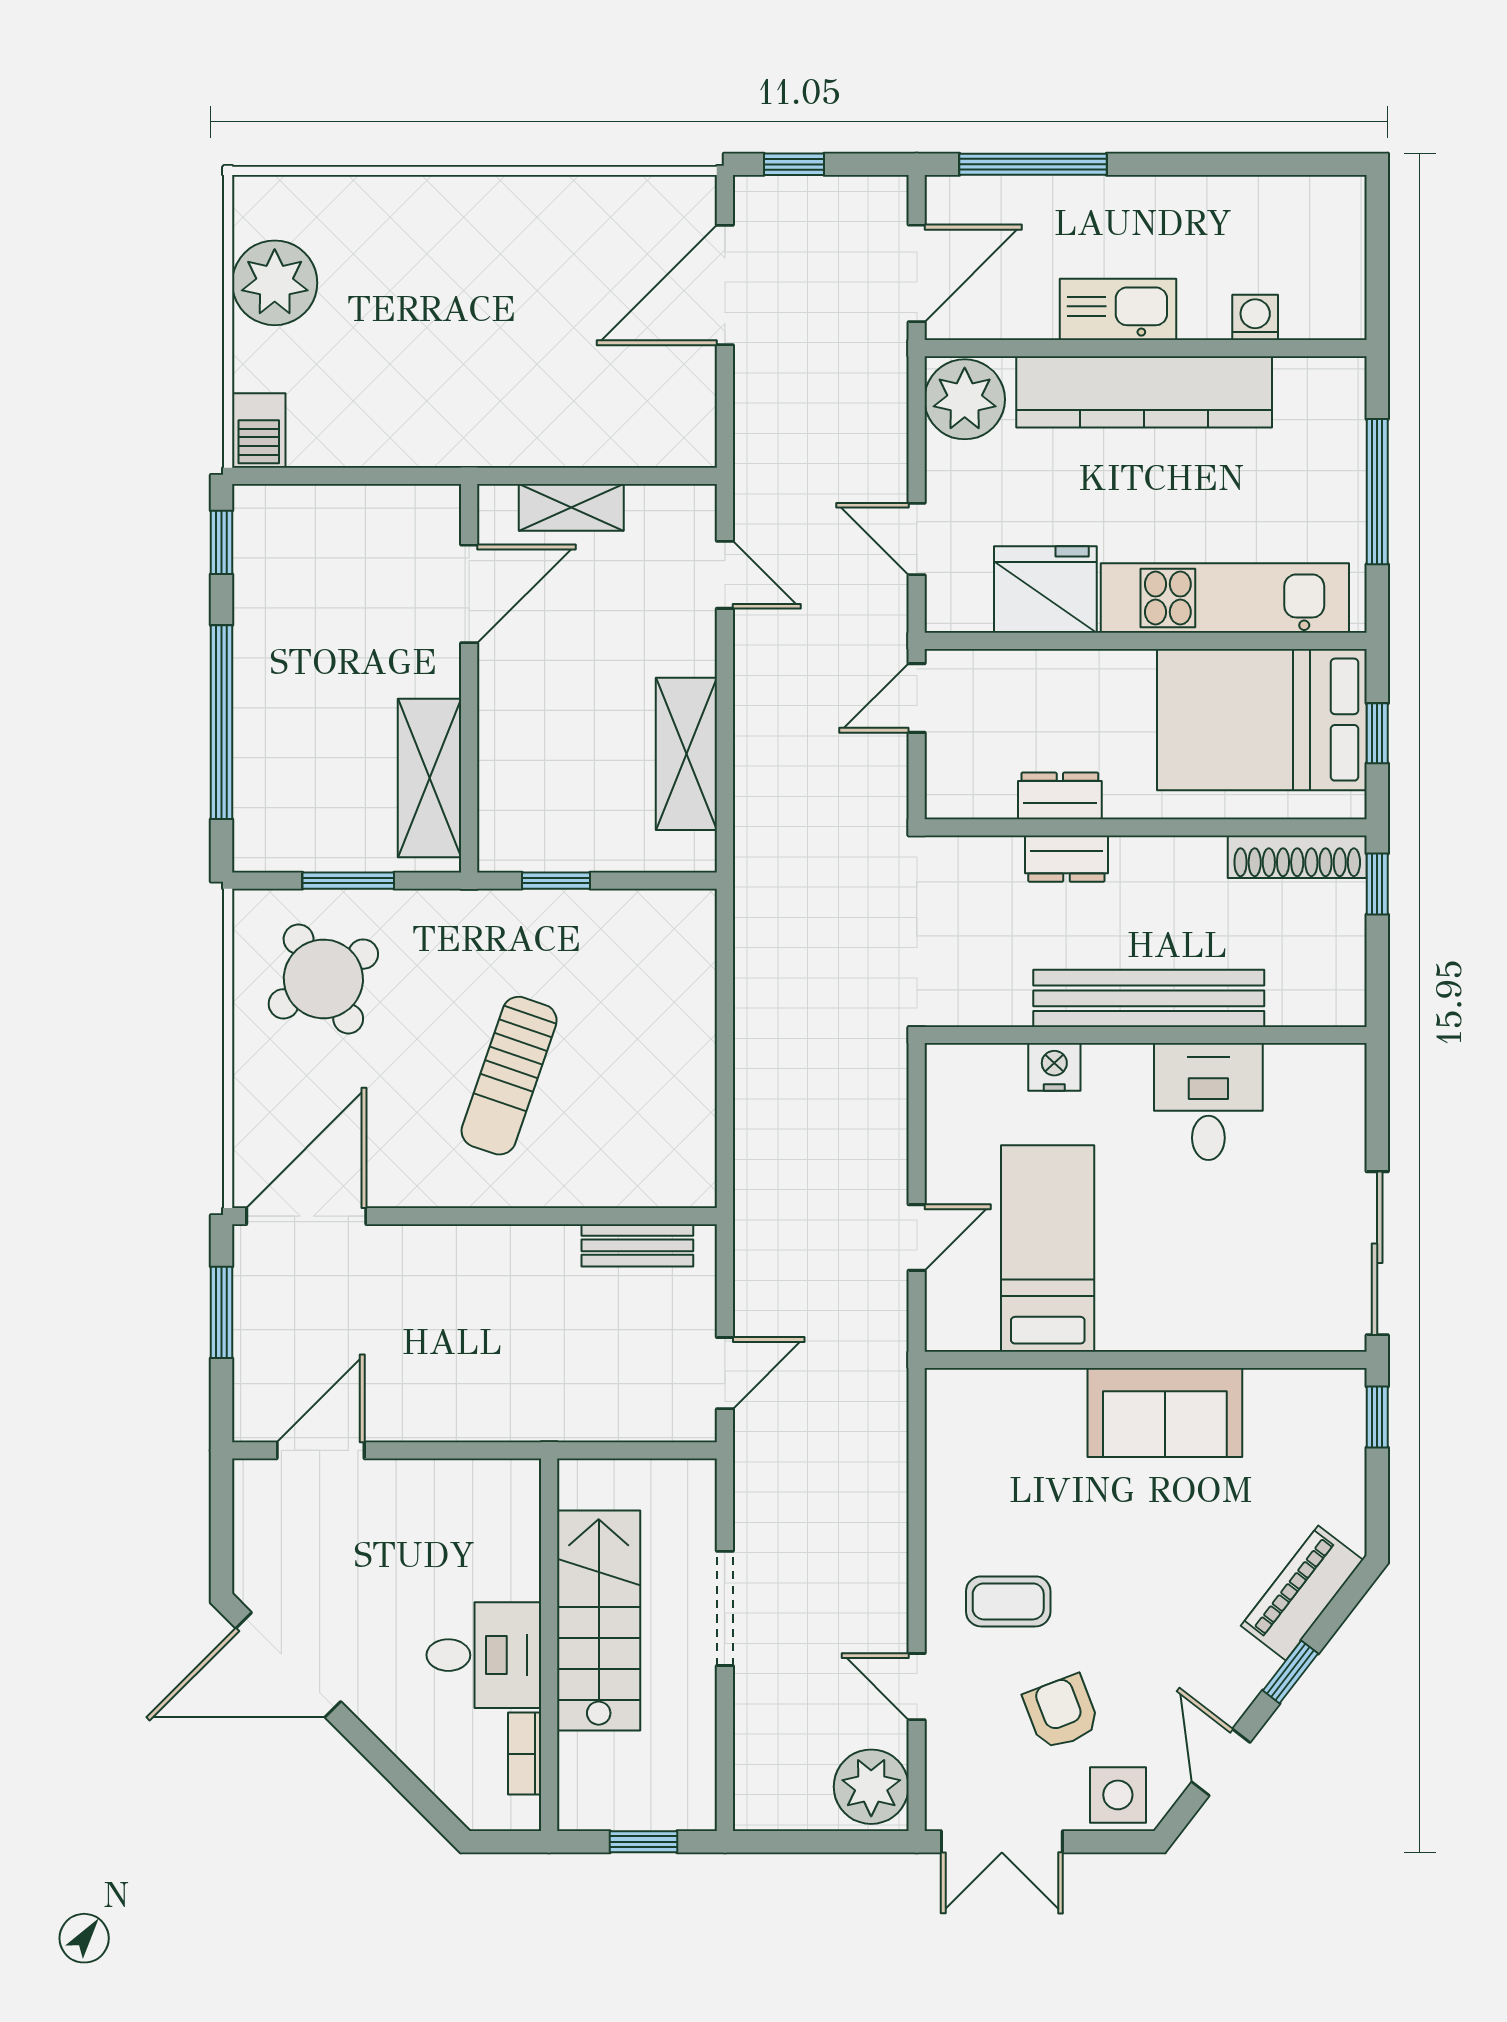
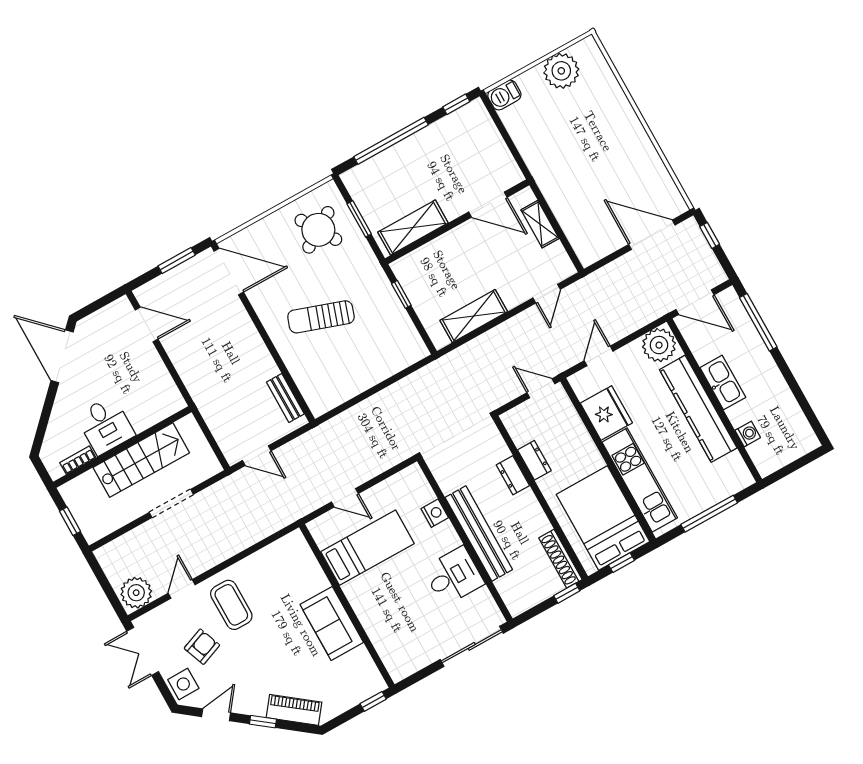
sliding door: (1377, 1253) -> (472, 646), moved
coffee table: (1008, 1601) -> (231, 605), width x1.36, depth x1.30

